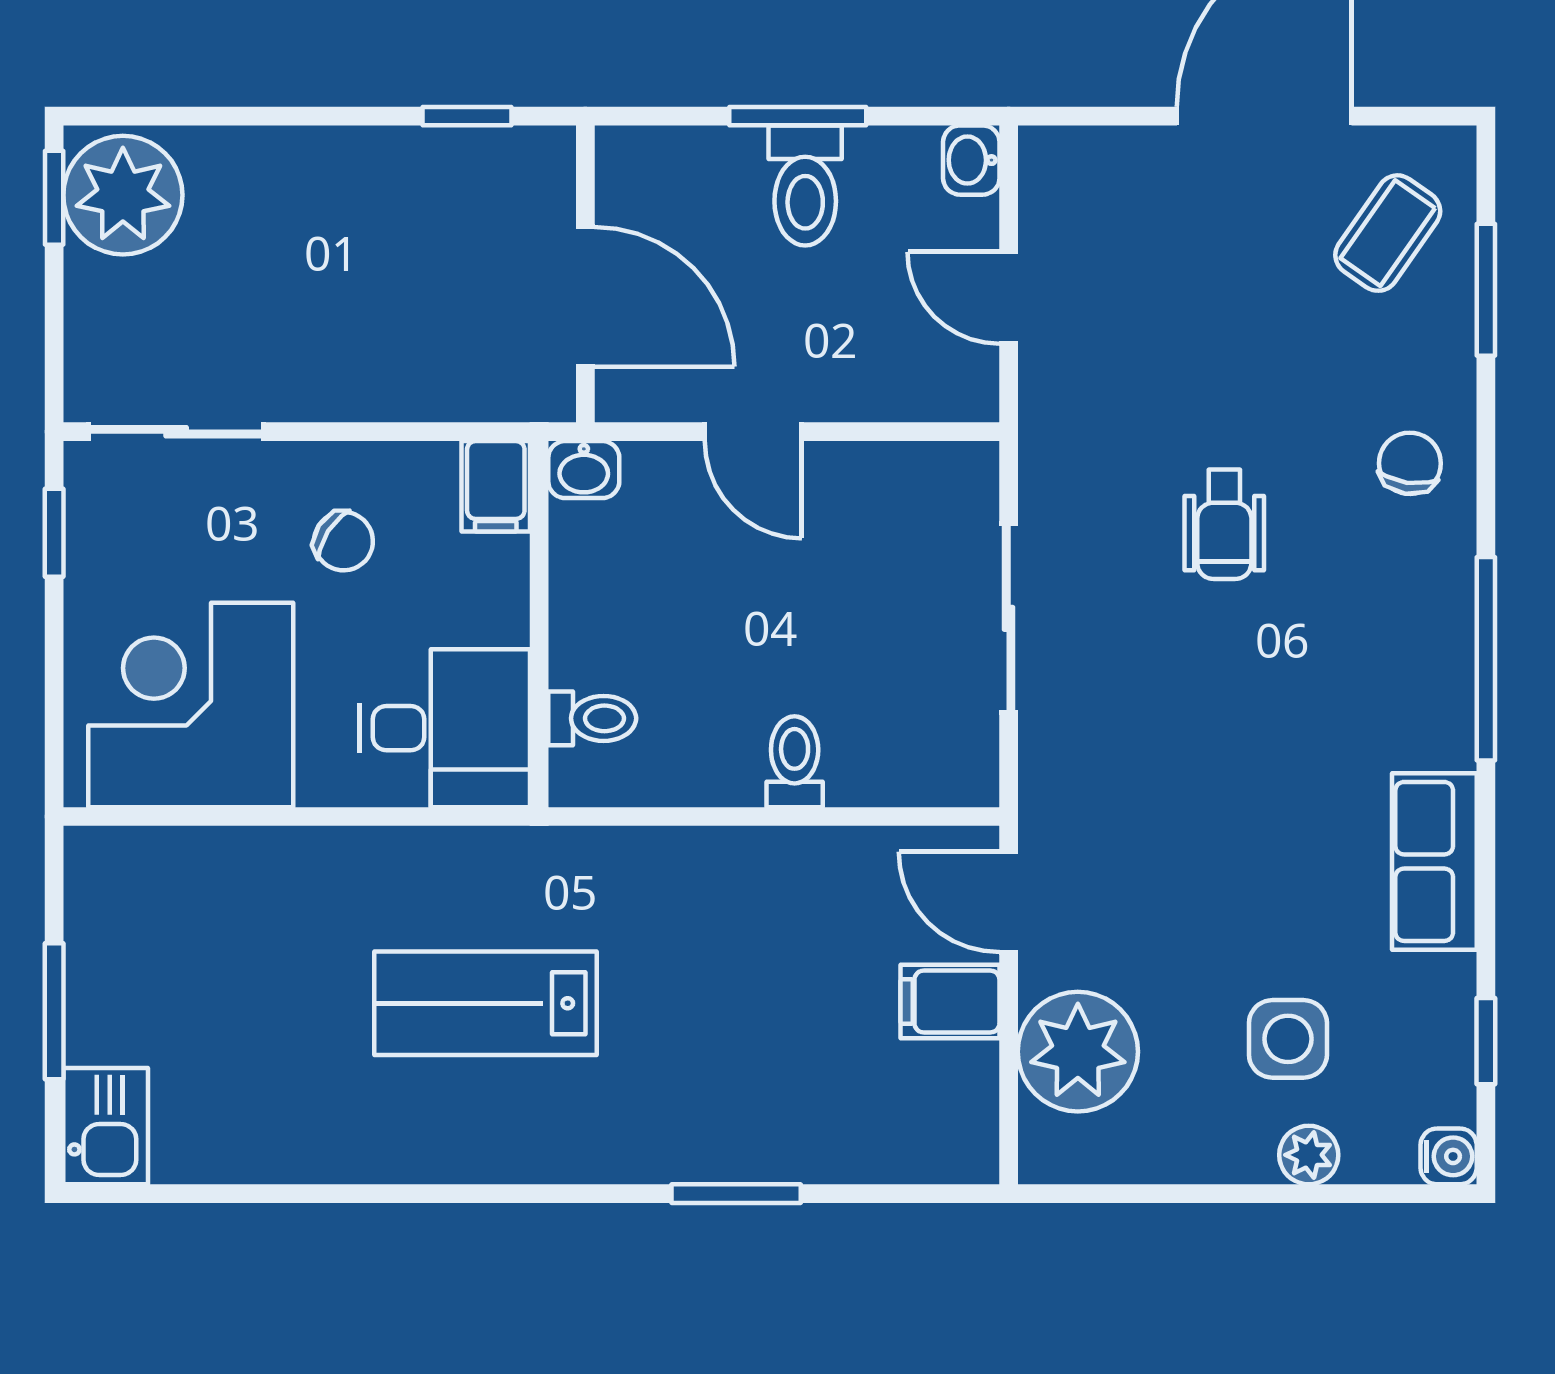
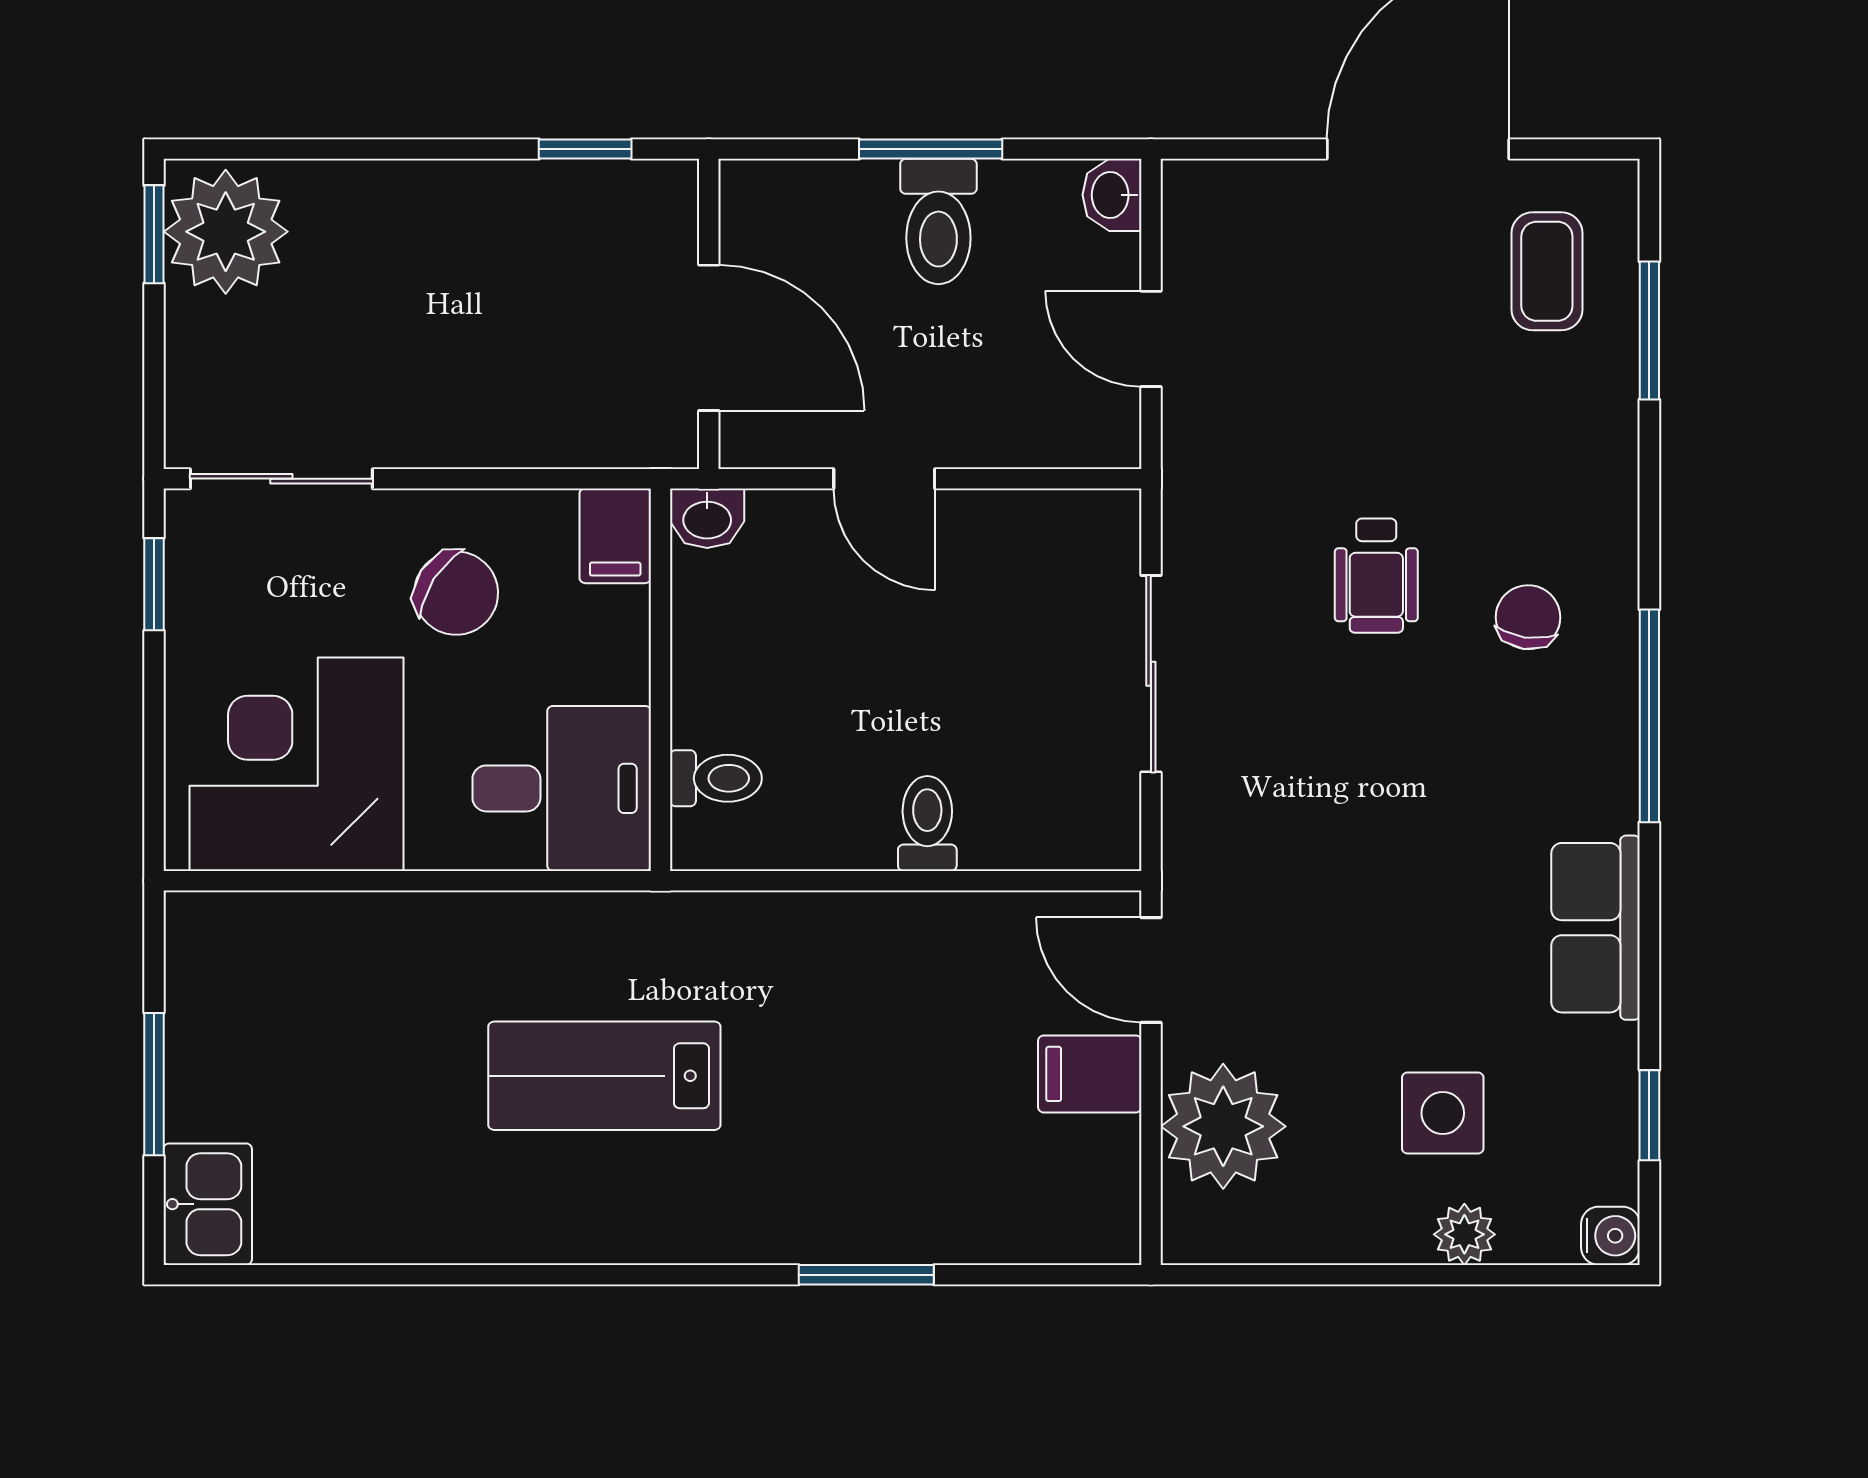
coffee table: (1388, 233) -> (1547, 271), turned -35
chair: (1410, 463) -> (1528, 617), moved
chair: (344, 541) -> (456, 593), width x1.37, depth x1.37

